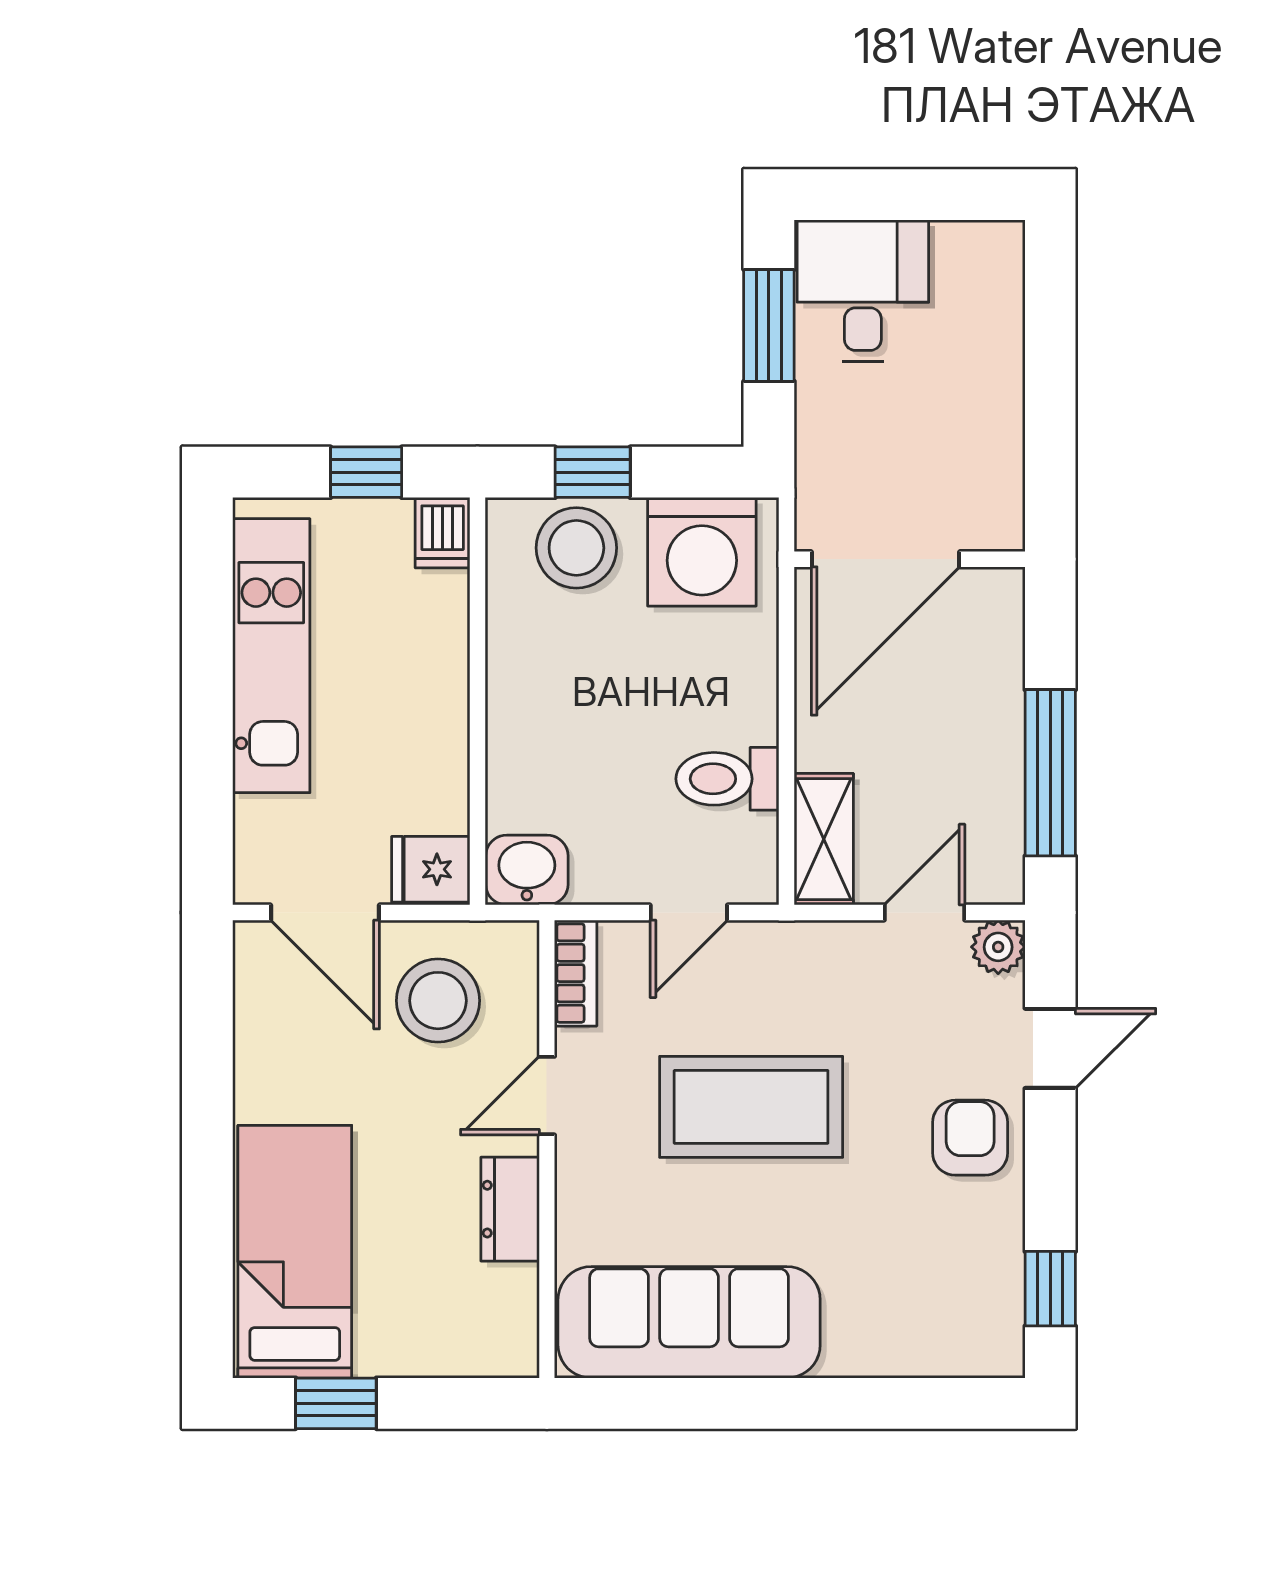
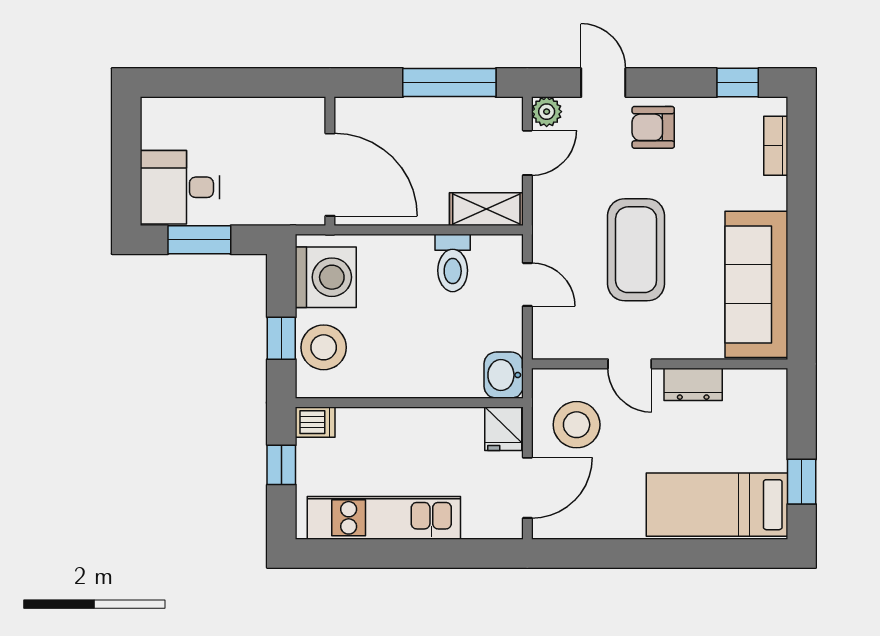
door: (924, 913) -> (527, 153), swing flipped
bookcase: (576, 973) -> (776, 146), moved, turned -90

